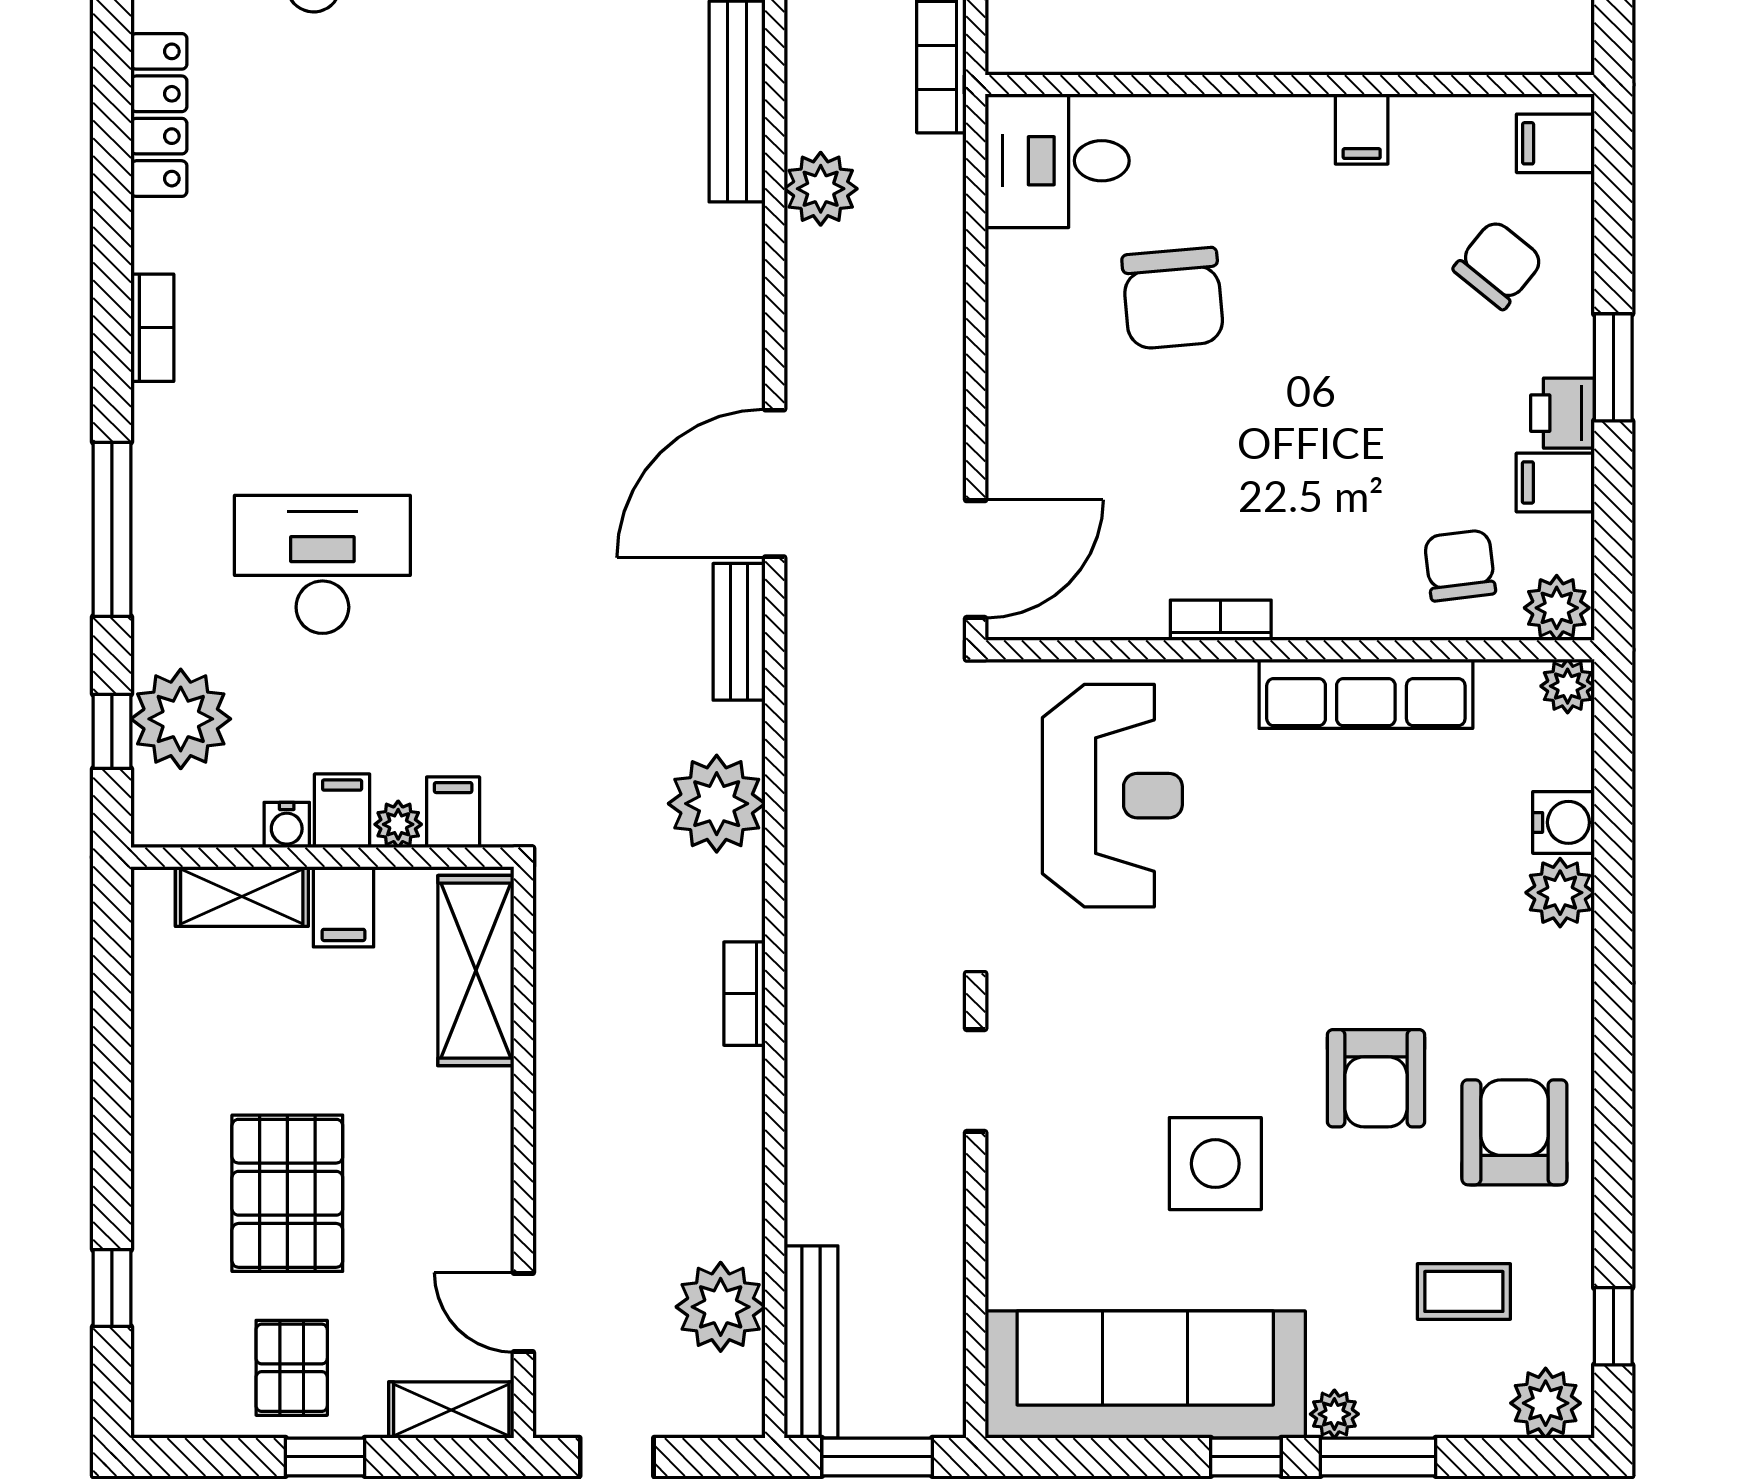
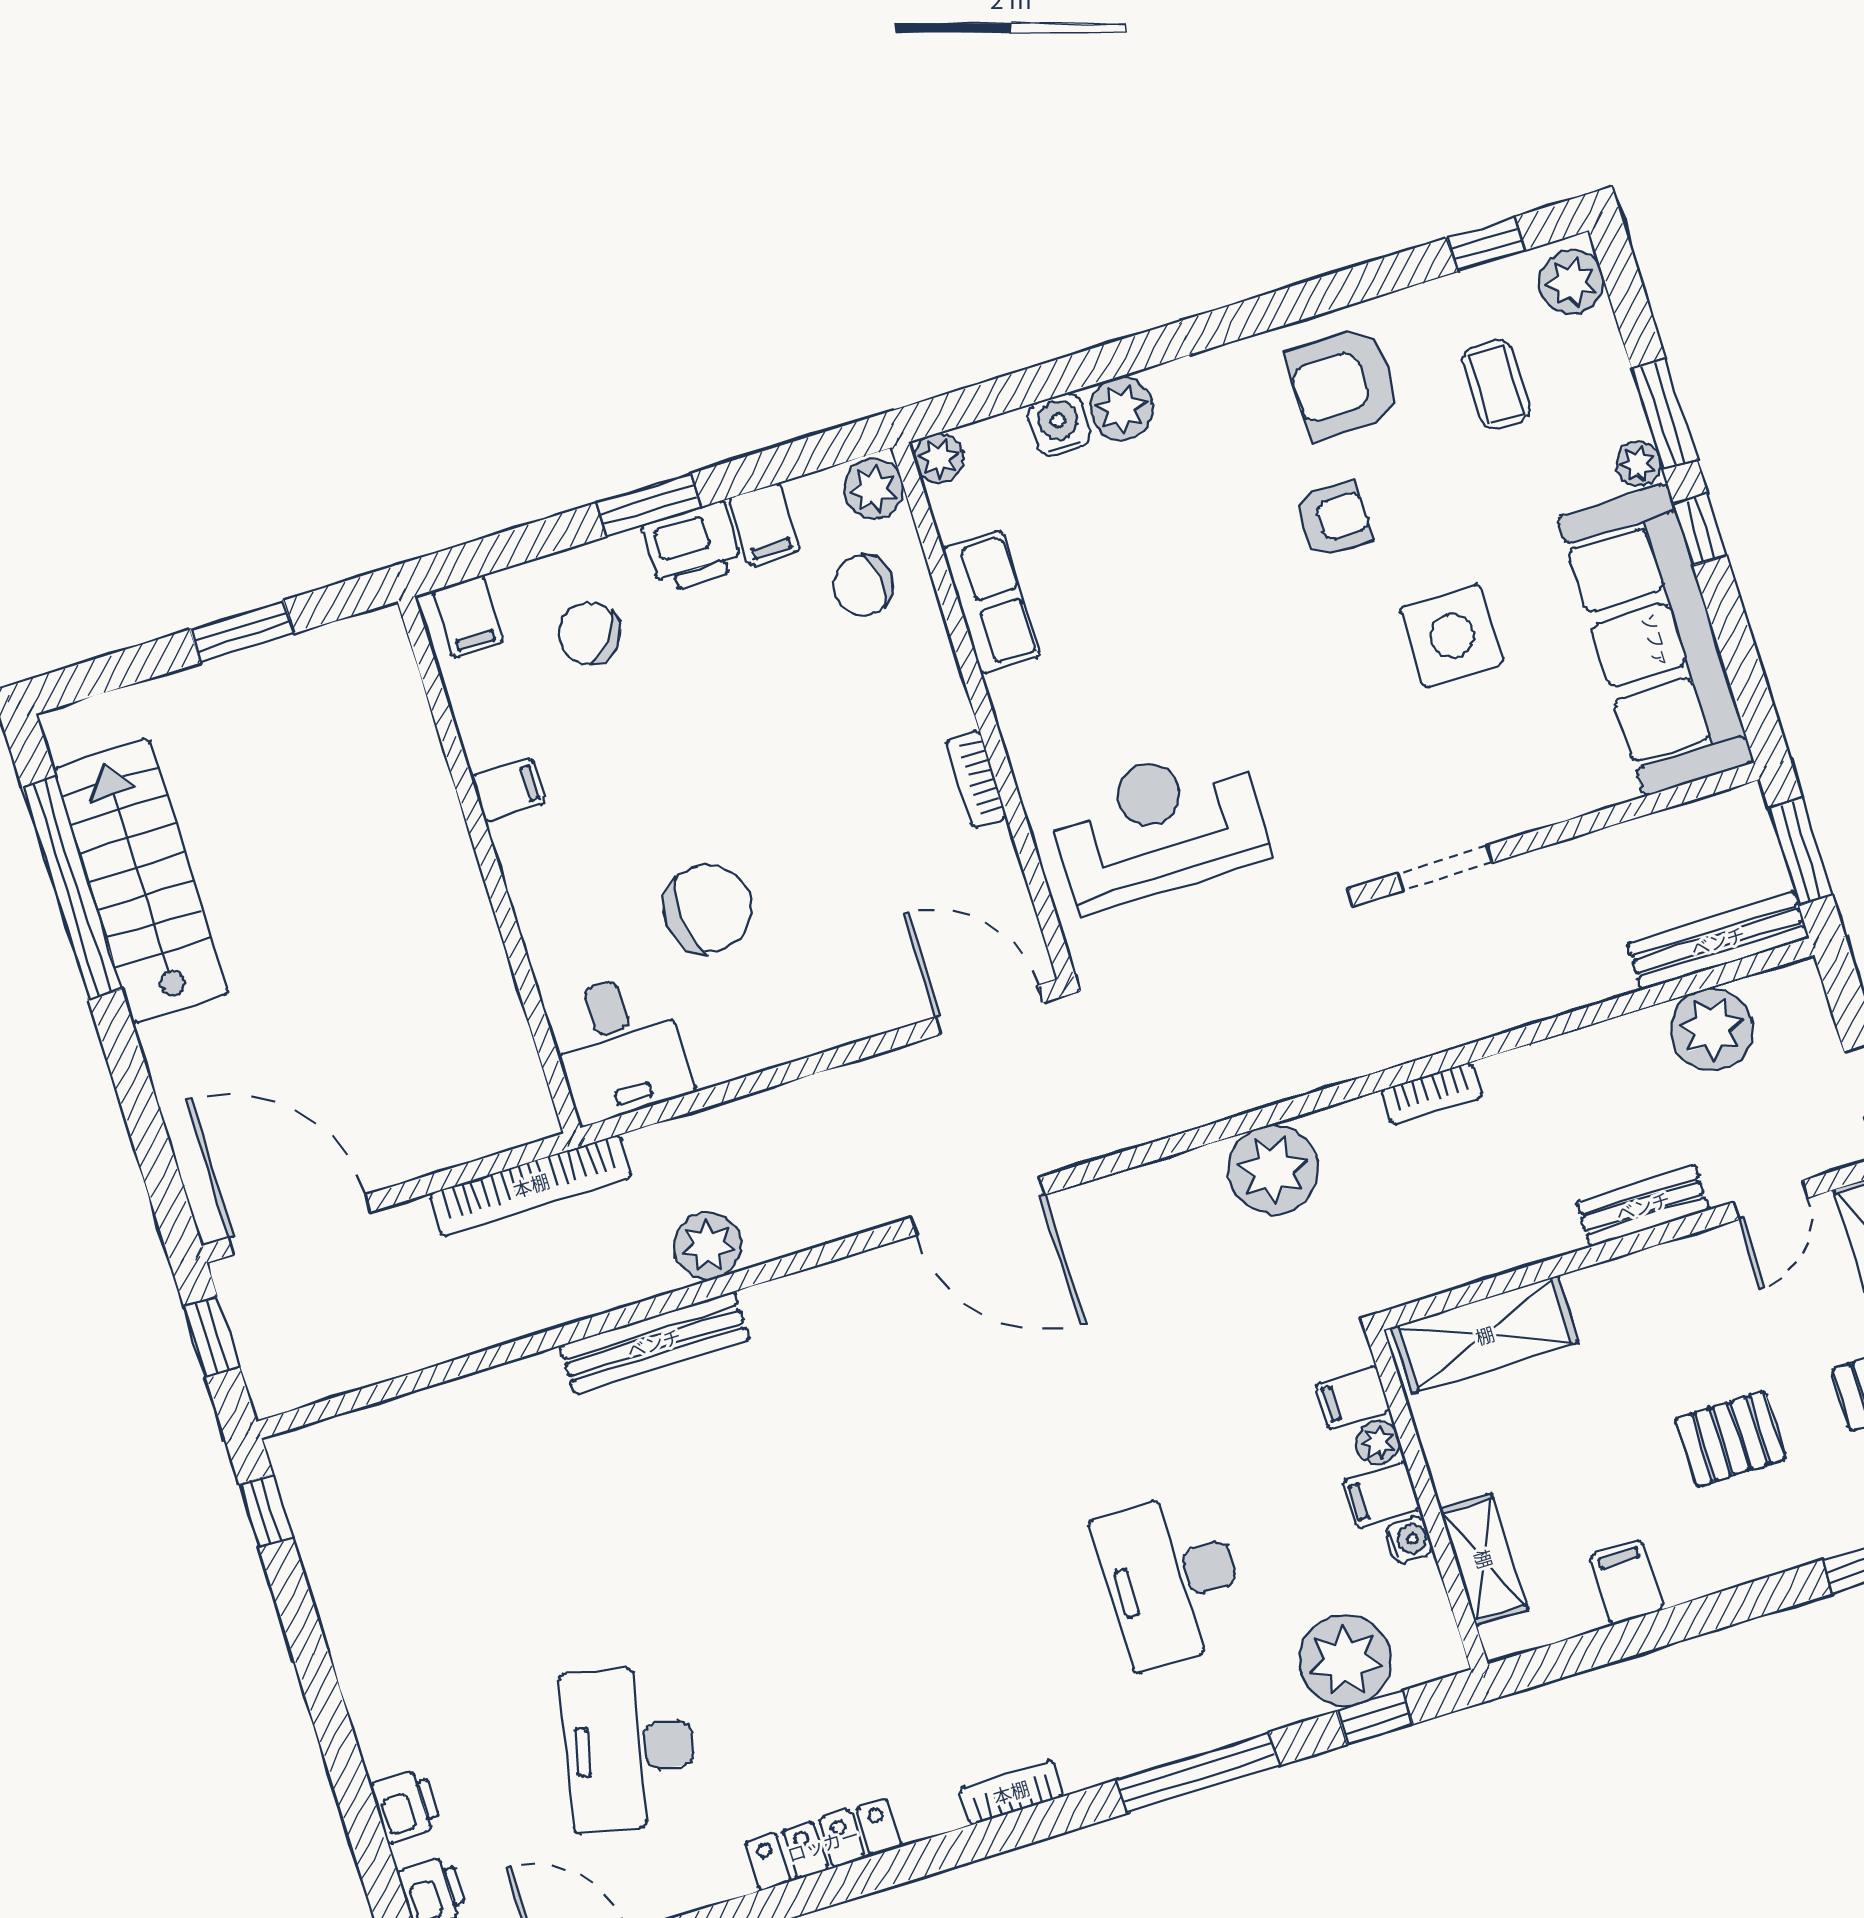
printer: (1563, 413) -> (693, 547), width x1.36, depth x1.24
bench: (739, 632) -> (1643, 1206), moved
row of seats: (1366, 694) -> (991, 602), width x0.68
filing cabinet: (344, 907) -> (1627, 1583), moved, turned -90
armchair: (1376, 1078) -> (1334, 519), width x0.72, depth x0.72
pallet: (287, 1193) -> (1731, 1439), width x0.67, depth x0.71

